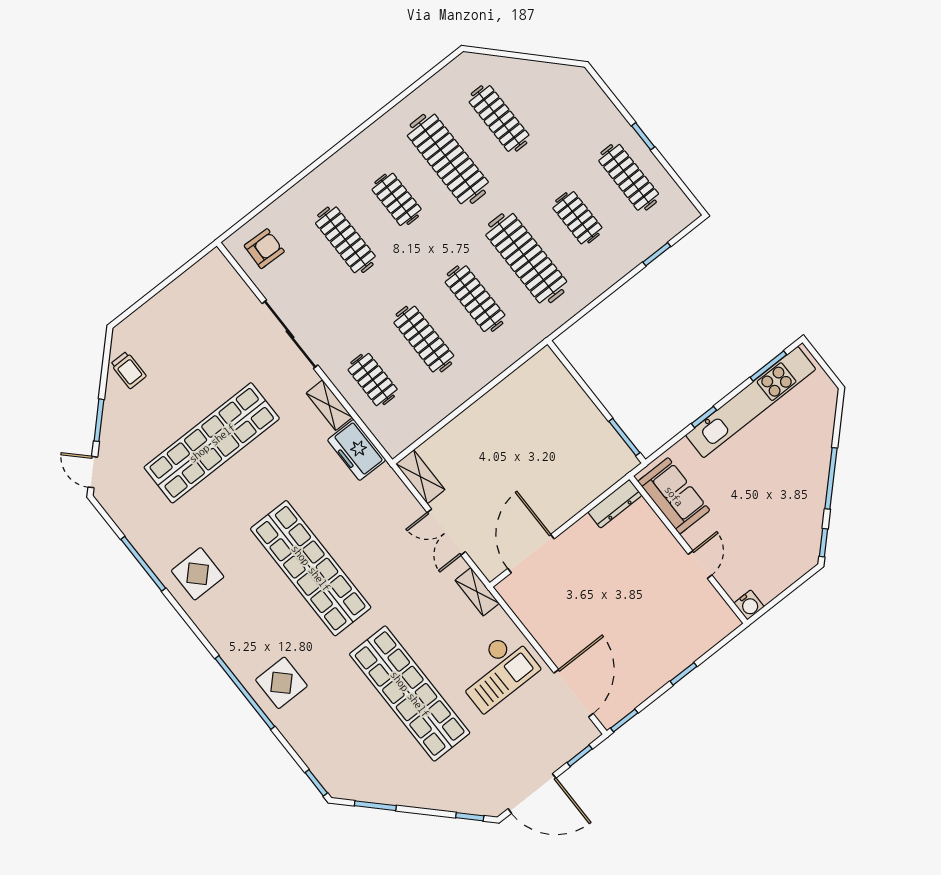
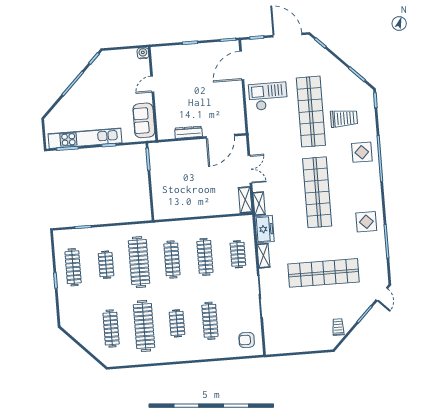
dresser: (615, 504) -> (189, 132), moved
shelving: (477, 592) -> (259, 204), moved
trolley: (348, 719) -> (344, 118), added

